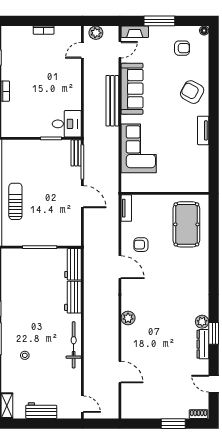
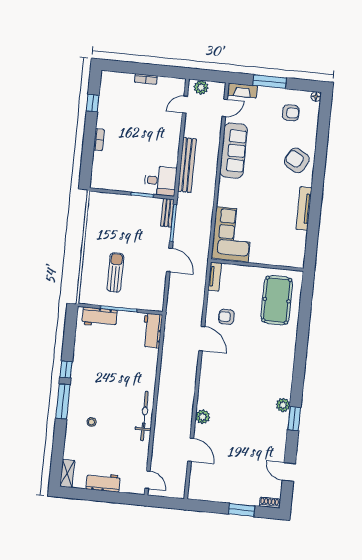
bench: (112, 101) -> (187, 165), moved
tv unit: (203, 130) -> (304, 208), width x1.41
corner sofa: (139, 148) -> (232, 234), moved
sun lounger: (15, 201) -> (115, 272), moved
workbench: (73, 297) -> (99, 317), moved, turned -90
plant: (128, 318) -> (203, 417), moved
dresser: (203, 344) -> (282, 429), removed

